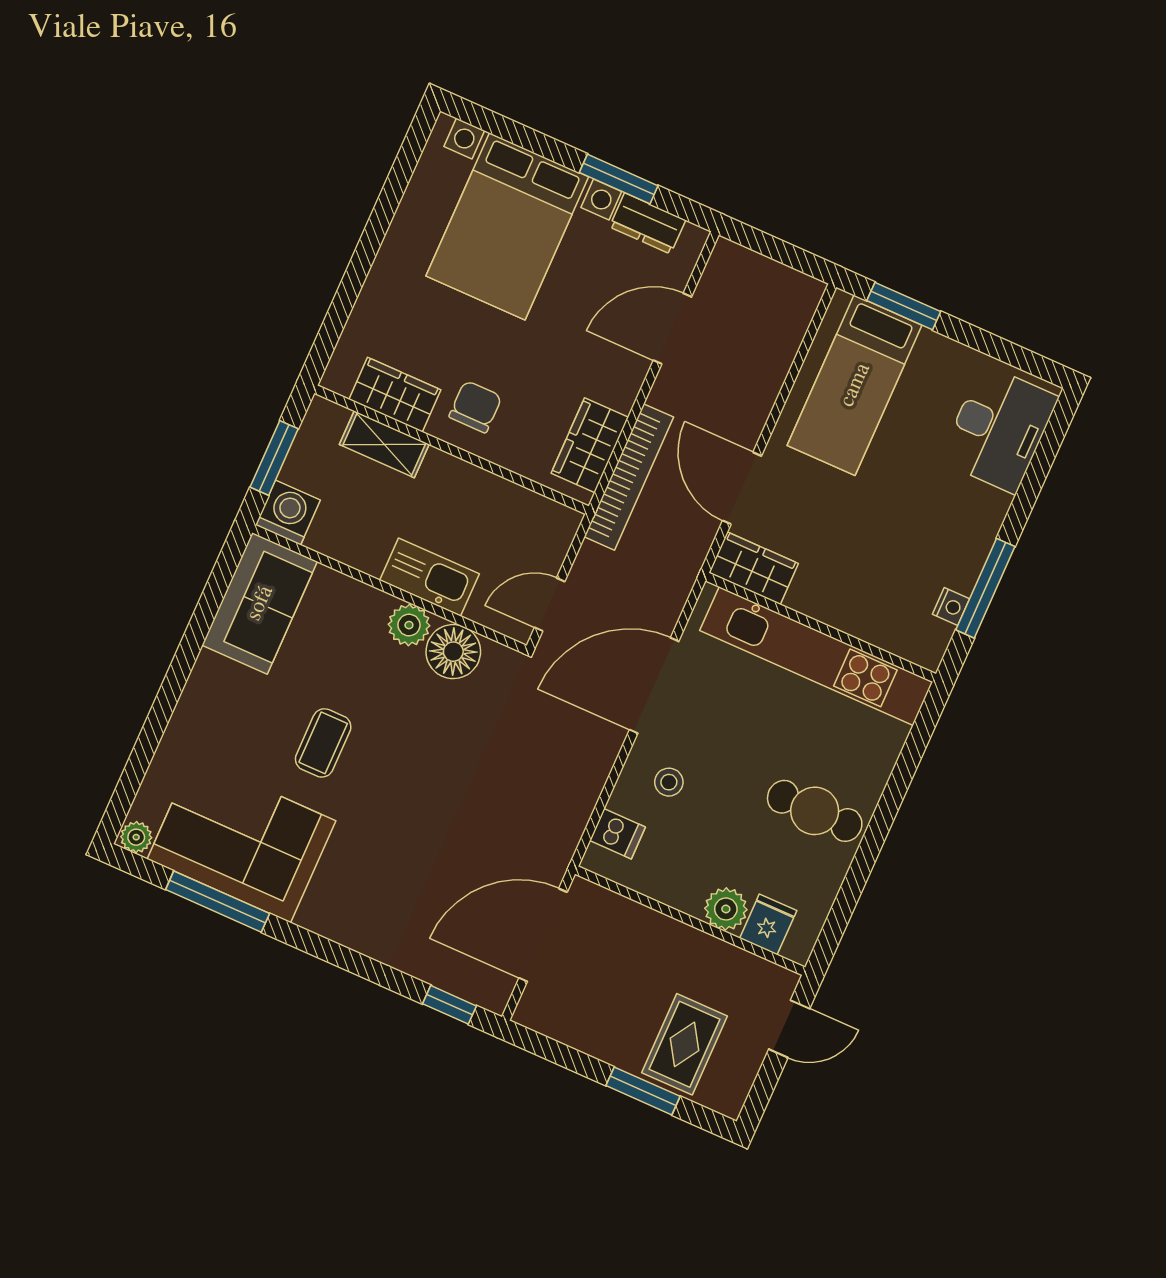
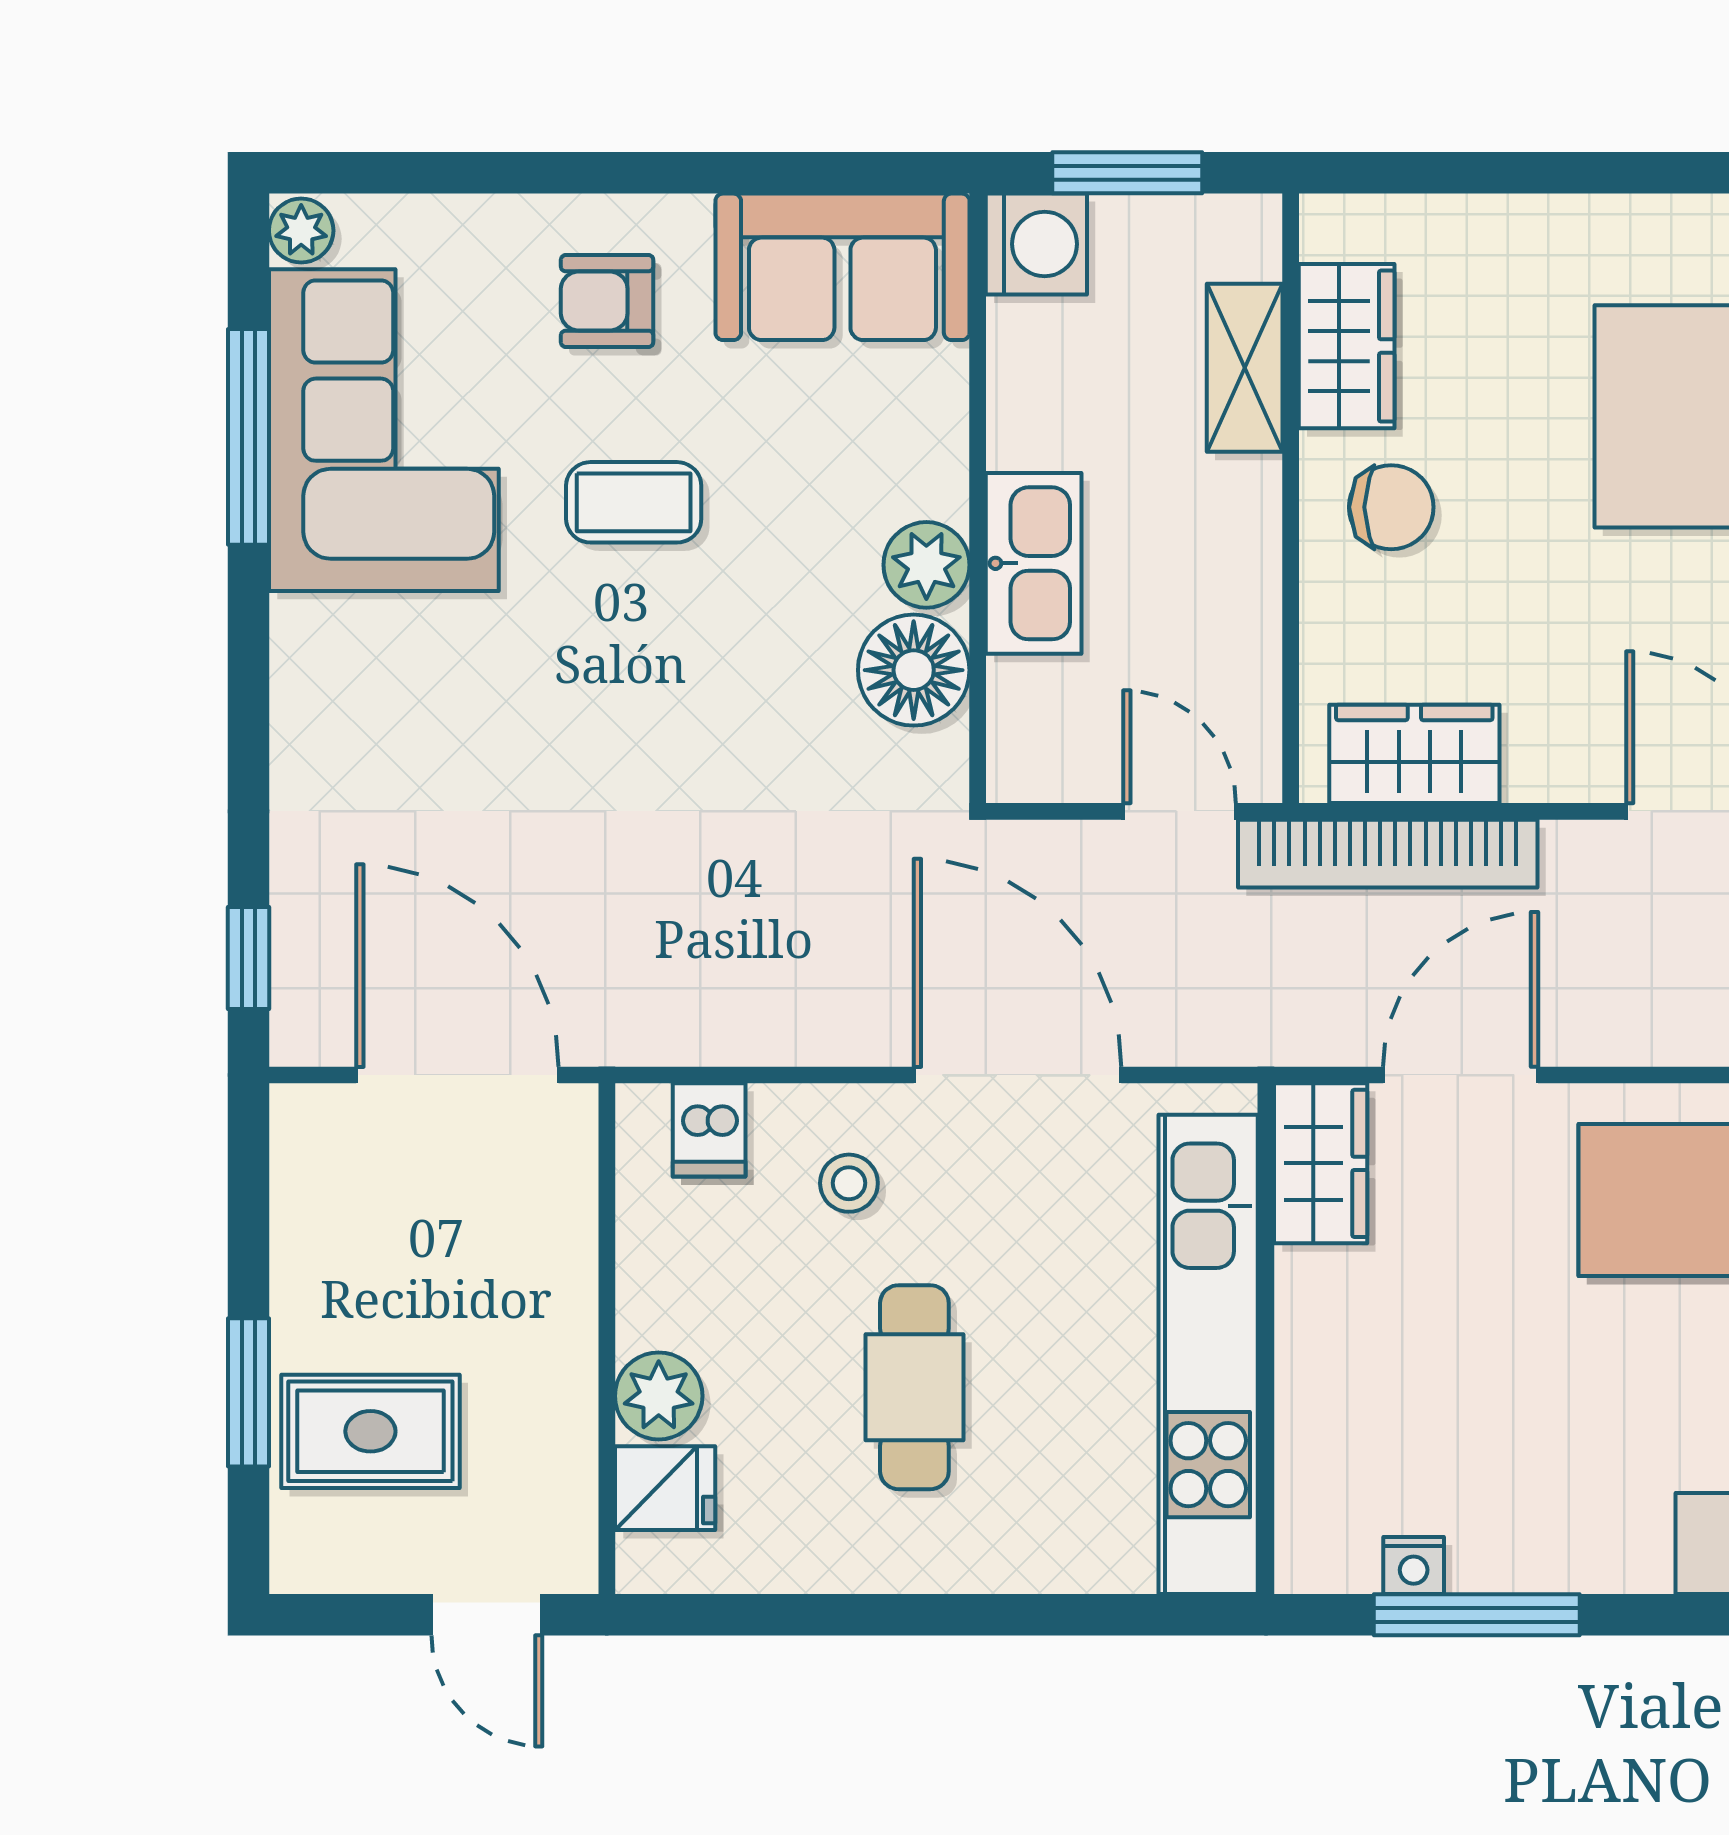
door: (550, 605) -> (1180, 811), moved
armchair: (228, 715) -> (607, 301), added
cafe table: (815, 811) -> (914, 1387), moved

